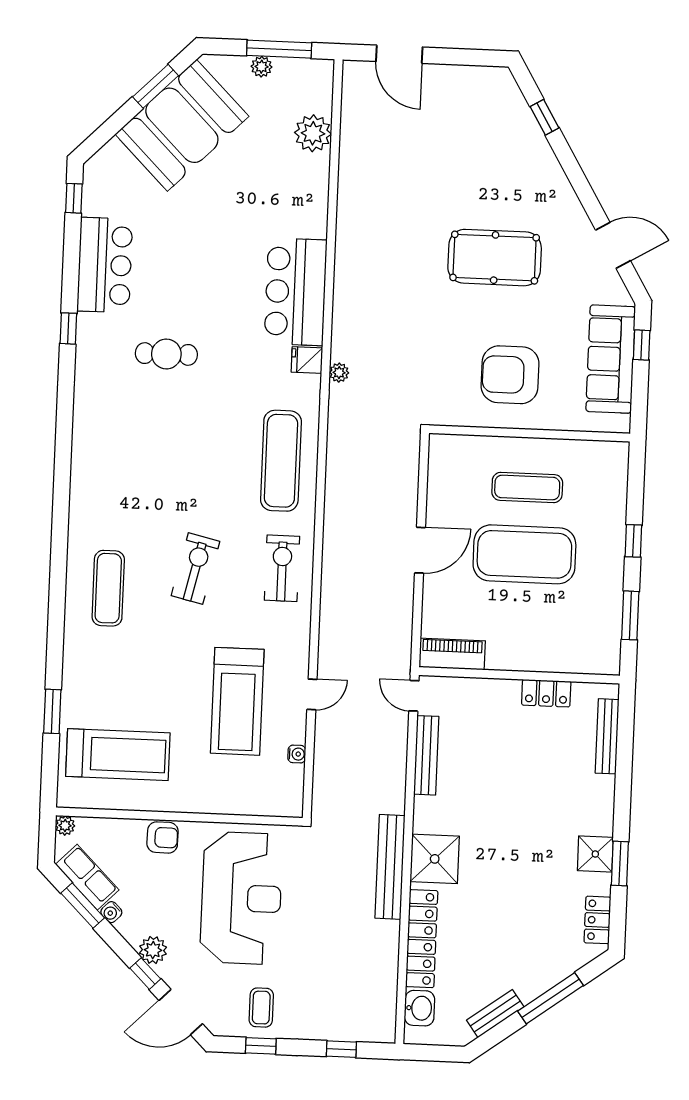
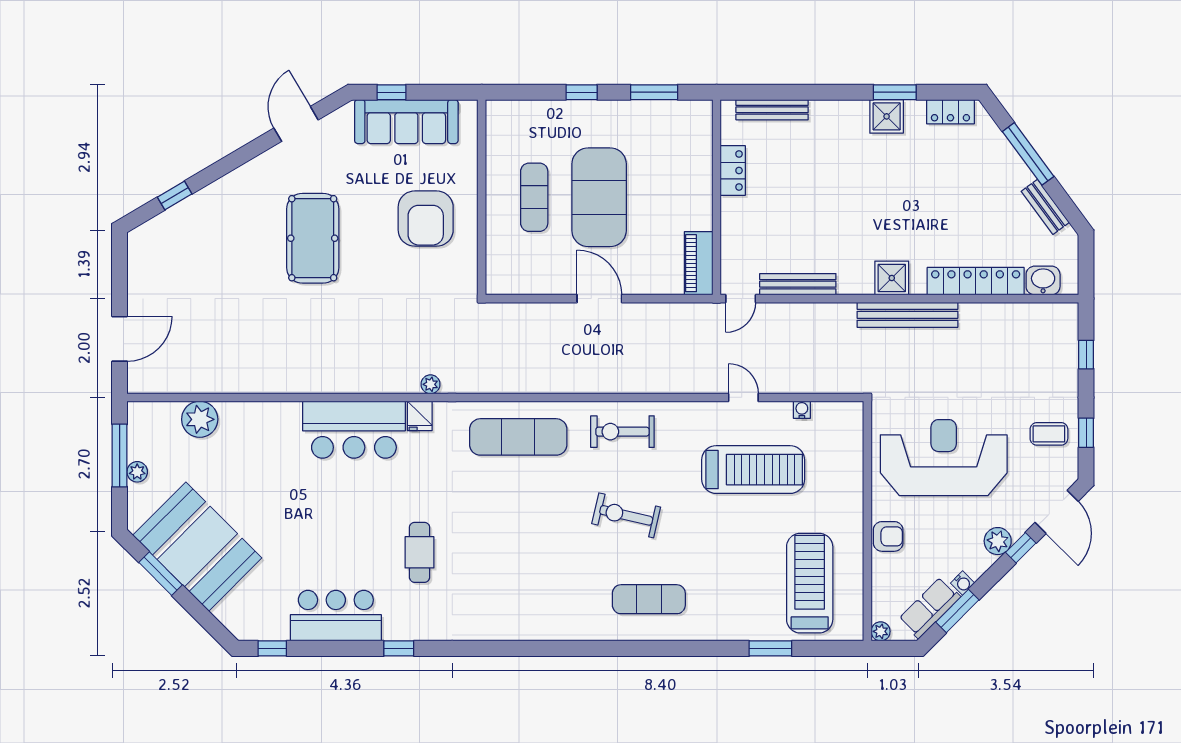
armchair: (163, 837) -> (888, 536), turned 89
shower: (435, 859) -> (892, 278), width x0.73, depth x0.73

